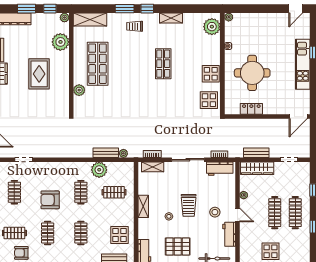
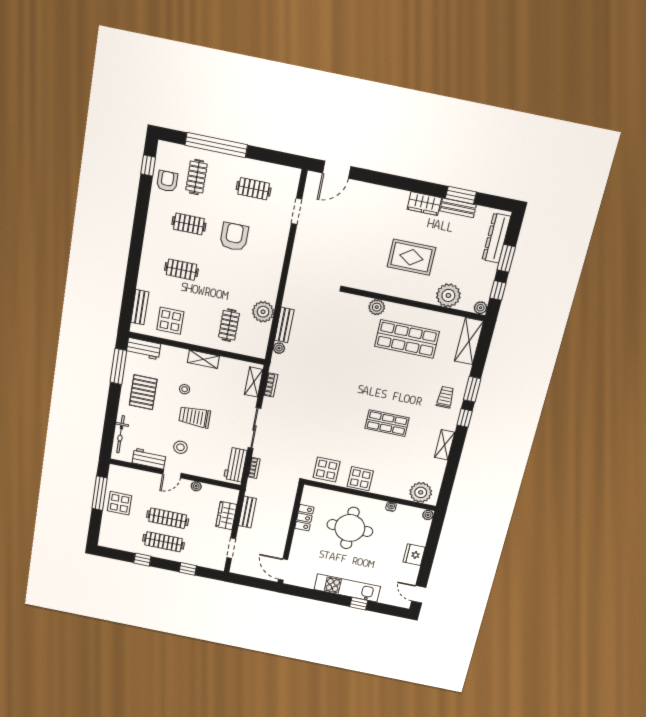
fridge: (263, 20) -> (414, 555), added
wardrobe: (257, 168) -> (226, 515), width x0.67
clothes rail: (81, 192) -> (237, 281), removed

